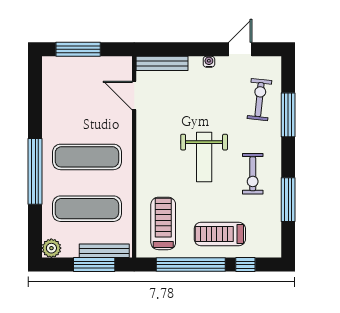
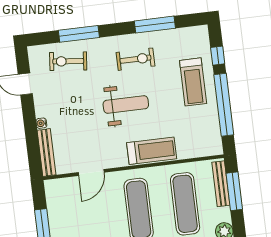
water cooler: (209, 62) -> (41, 123), moved
door: (134, 95) -> (91, 172), moved
treadmill: (163, 223) -> (152, 151), moved, turned 180

